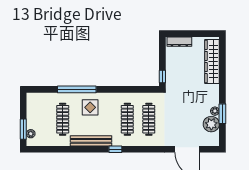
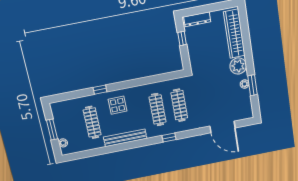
window: (162, 76) -> (182, 38), moved
window: (77, 89) -> (100, 90), width x0.32
plant: (211, 124) -> (238, 66), moved
window: (23, 129) -> (52, 129), moved
window: (115, 149) -> (169, 138), moved

